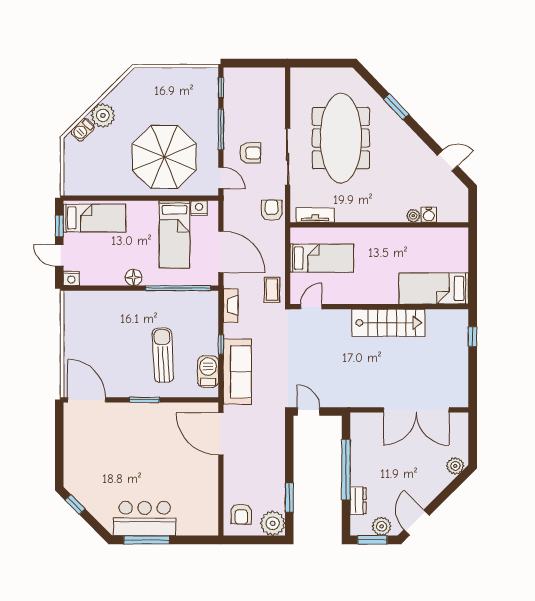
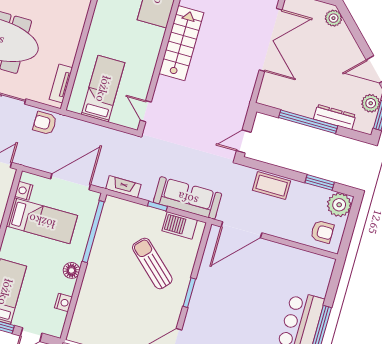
nightstand: (71, 278) -> (63, 302), moved
coffee table: (272, 290) -> (272, 186), moved, width x1.36, depth x1.30
sun lounger: (163, 355) -> (152, 263), turned 46
dresser: (358, 501) -> (335, 117), width x1.44

